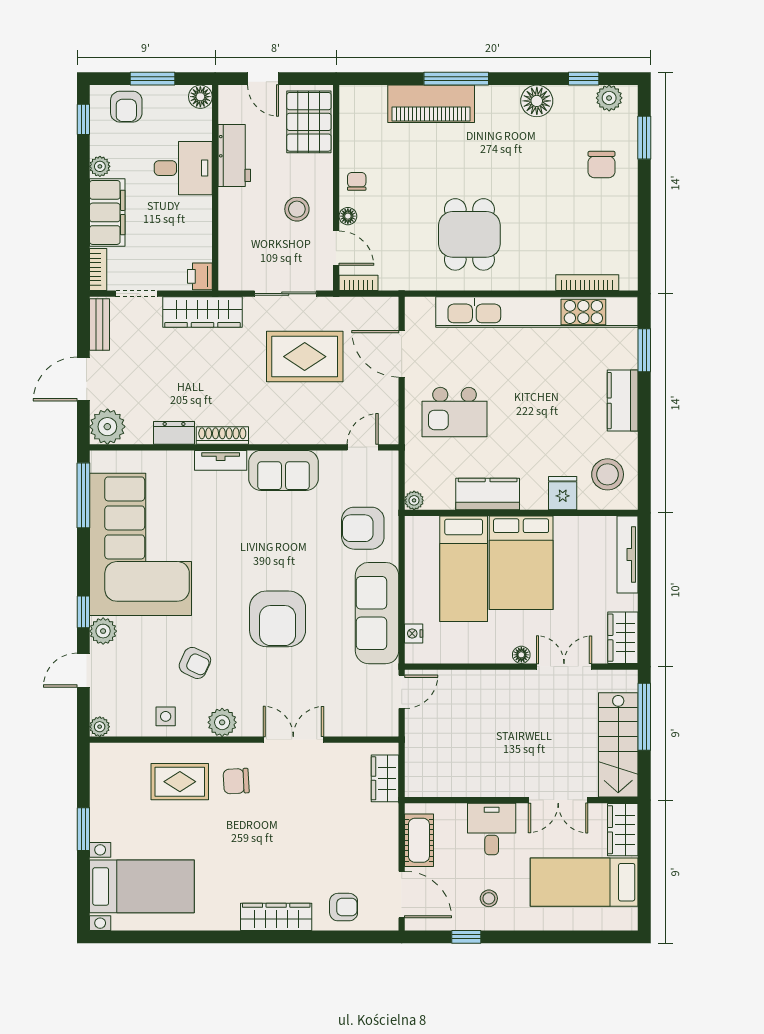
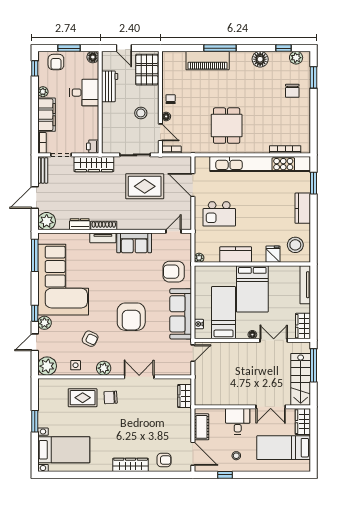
bed: (464, 569) -> (224, 313), moved, turned 180
plant: (100, 727) -> (47, 366), width x1.87, depth x1.87

